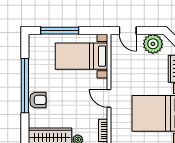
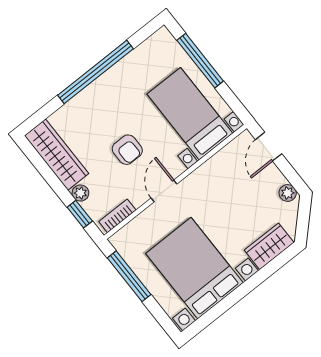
plant: (153, 44) -> (288, 193), width x0.53, depth x0.53
armchair: (38, 100) -> (127, 150), moved

